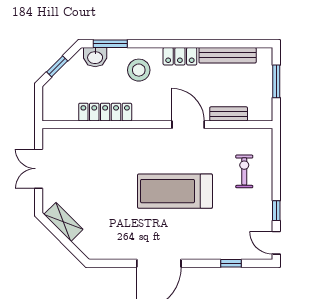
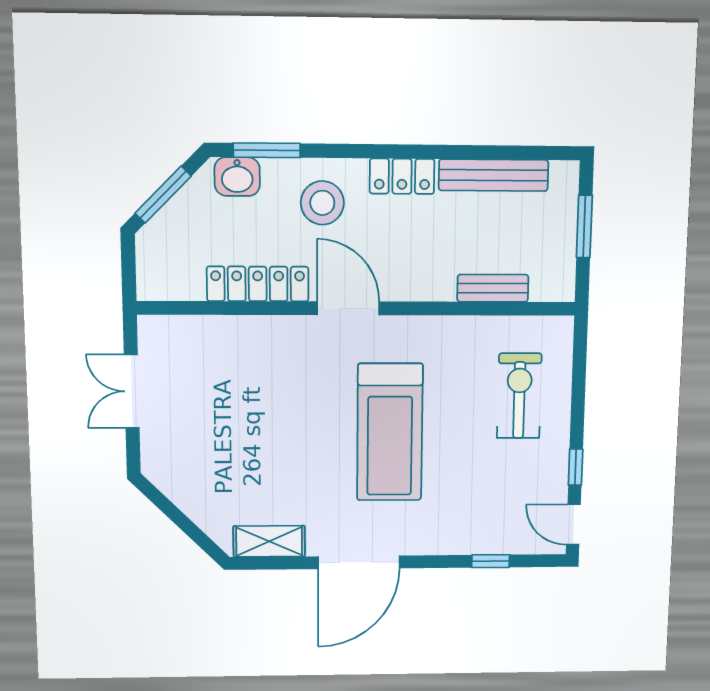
window: (57, 66) -> (163, 195), width x1.50
door: (188, 125) -> (348, 308), moved
exercise bike: (244, 171) -> (519, 396), width x1.38, depth x1.39
treadmill: (175, 191) -> (390, 432), turned -90
shelving: (63, 222) -> (269, 541), moved, turned -45

